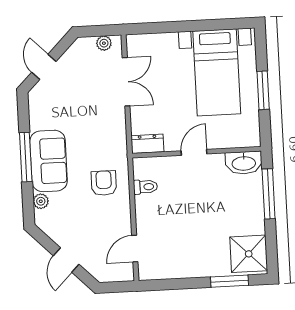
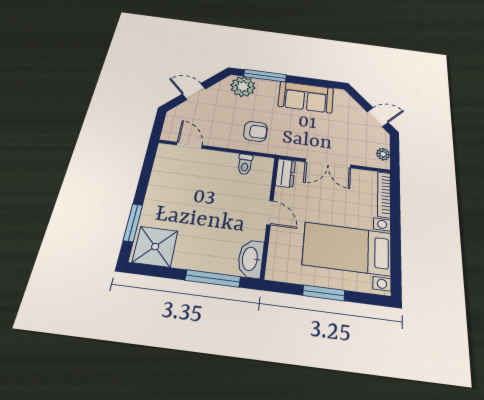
bookcase: (152, 40) -> (384, 195), added
door: (44, 67) -> (378, 117), moved
double door: (126, 82) -> (328, 163), moved
window: (26, 157) -> (265, 76), moved
sofa: (49, 161) -> (306, 97), moved
plant: (41, 201) -> (243, 87), width x1.88, depth x1.88

